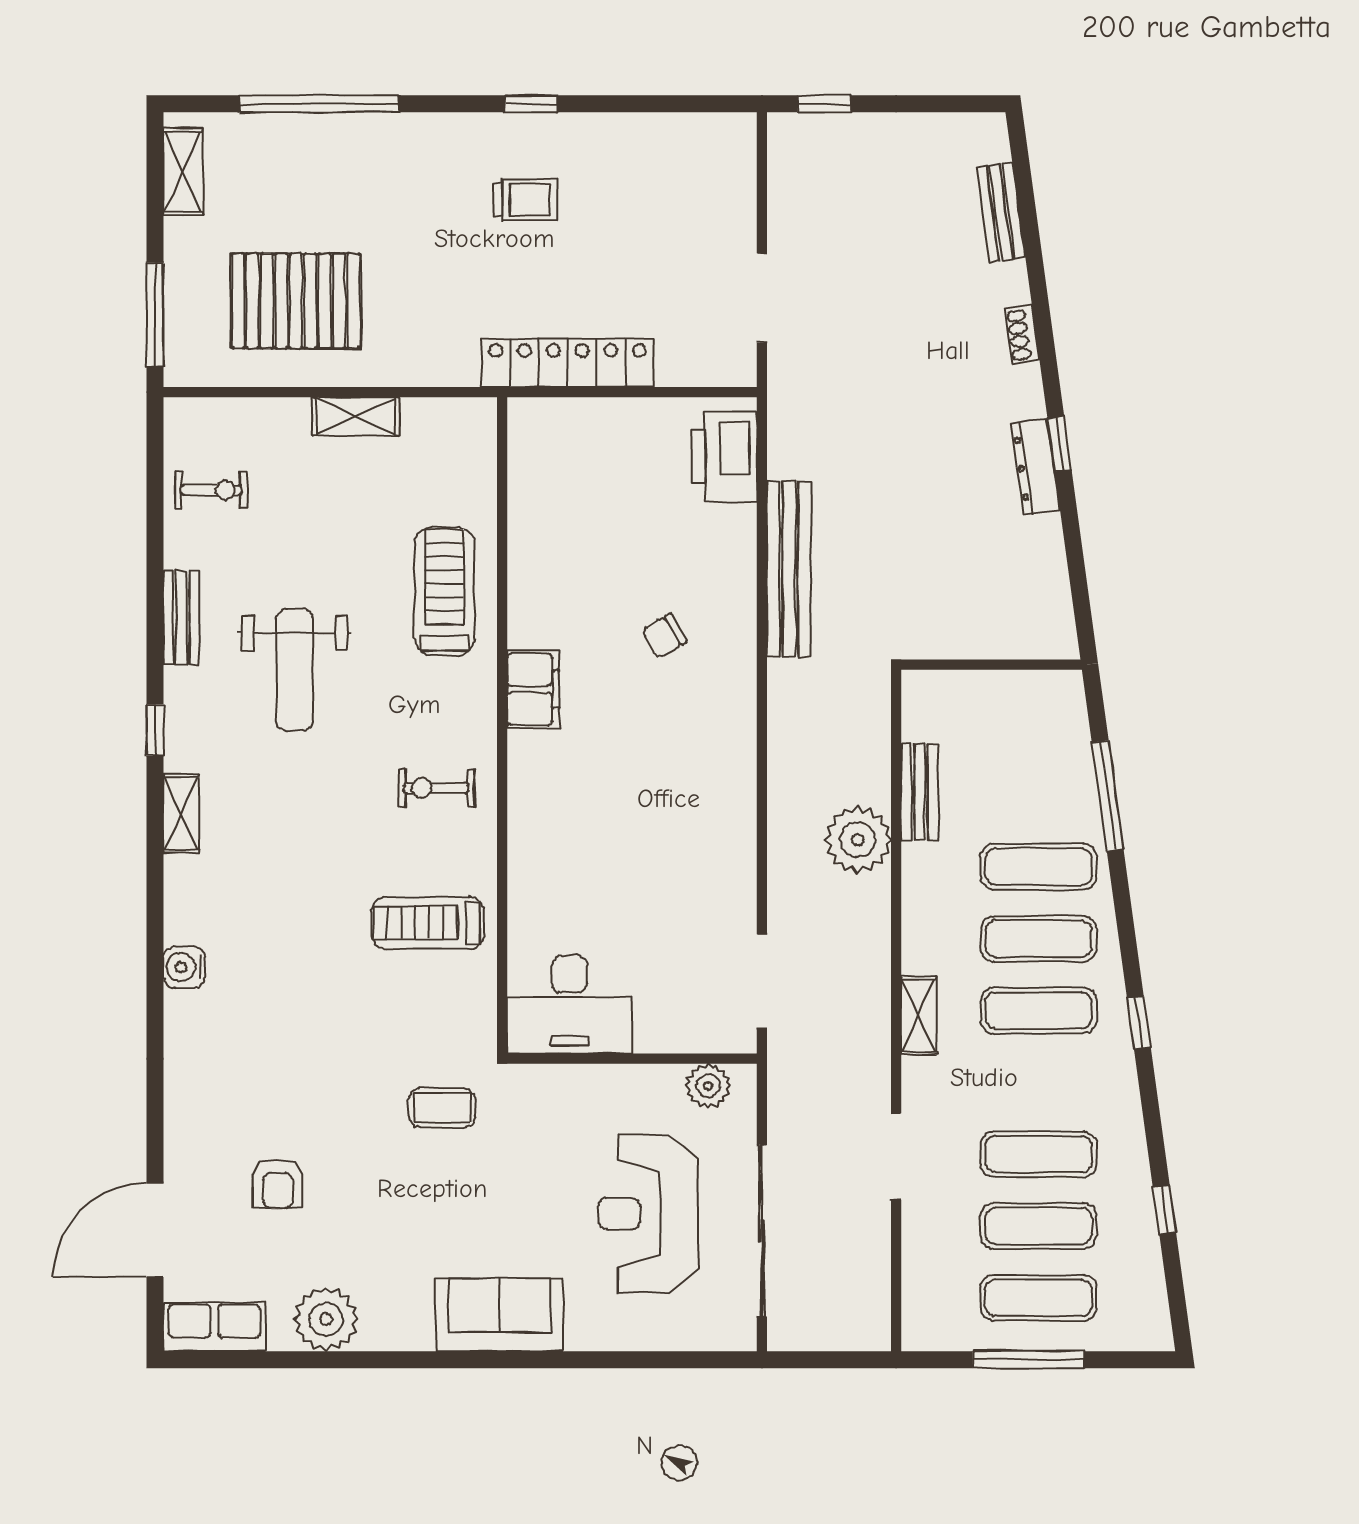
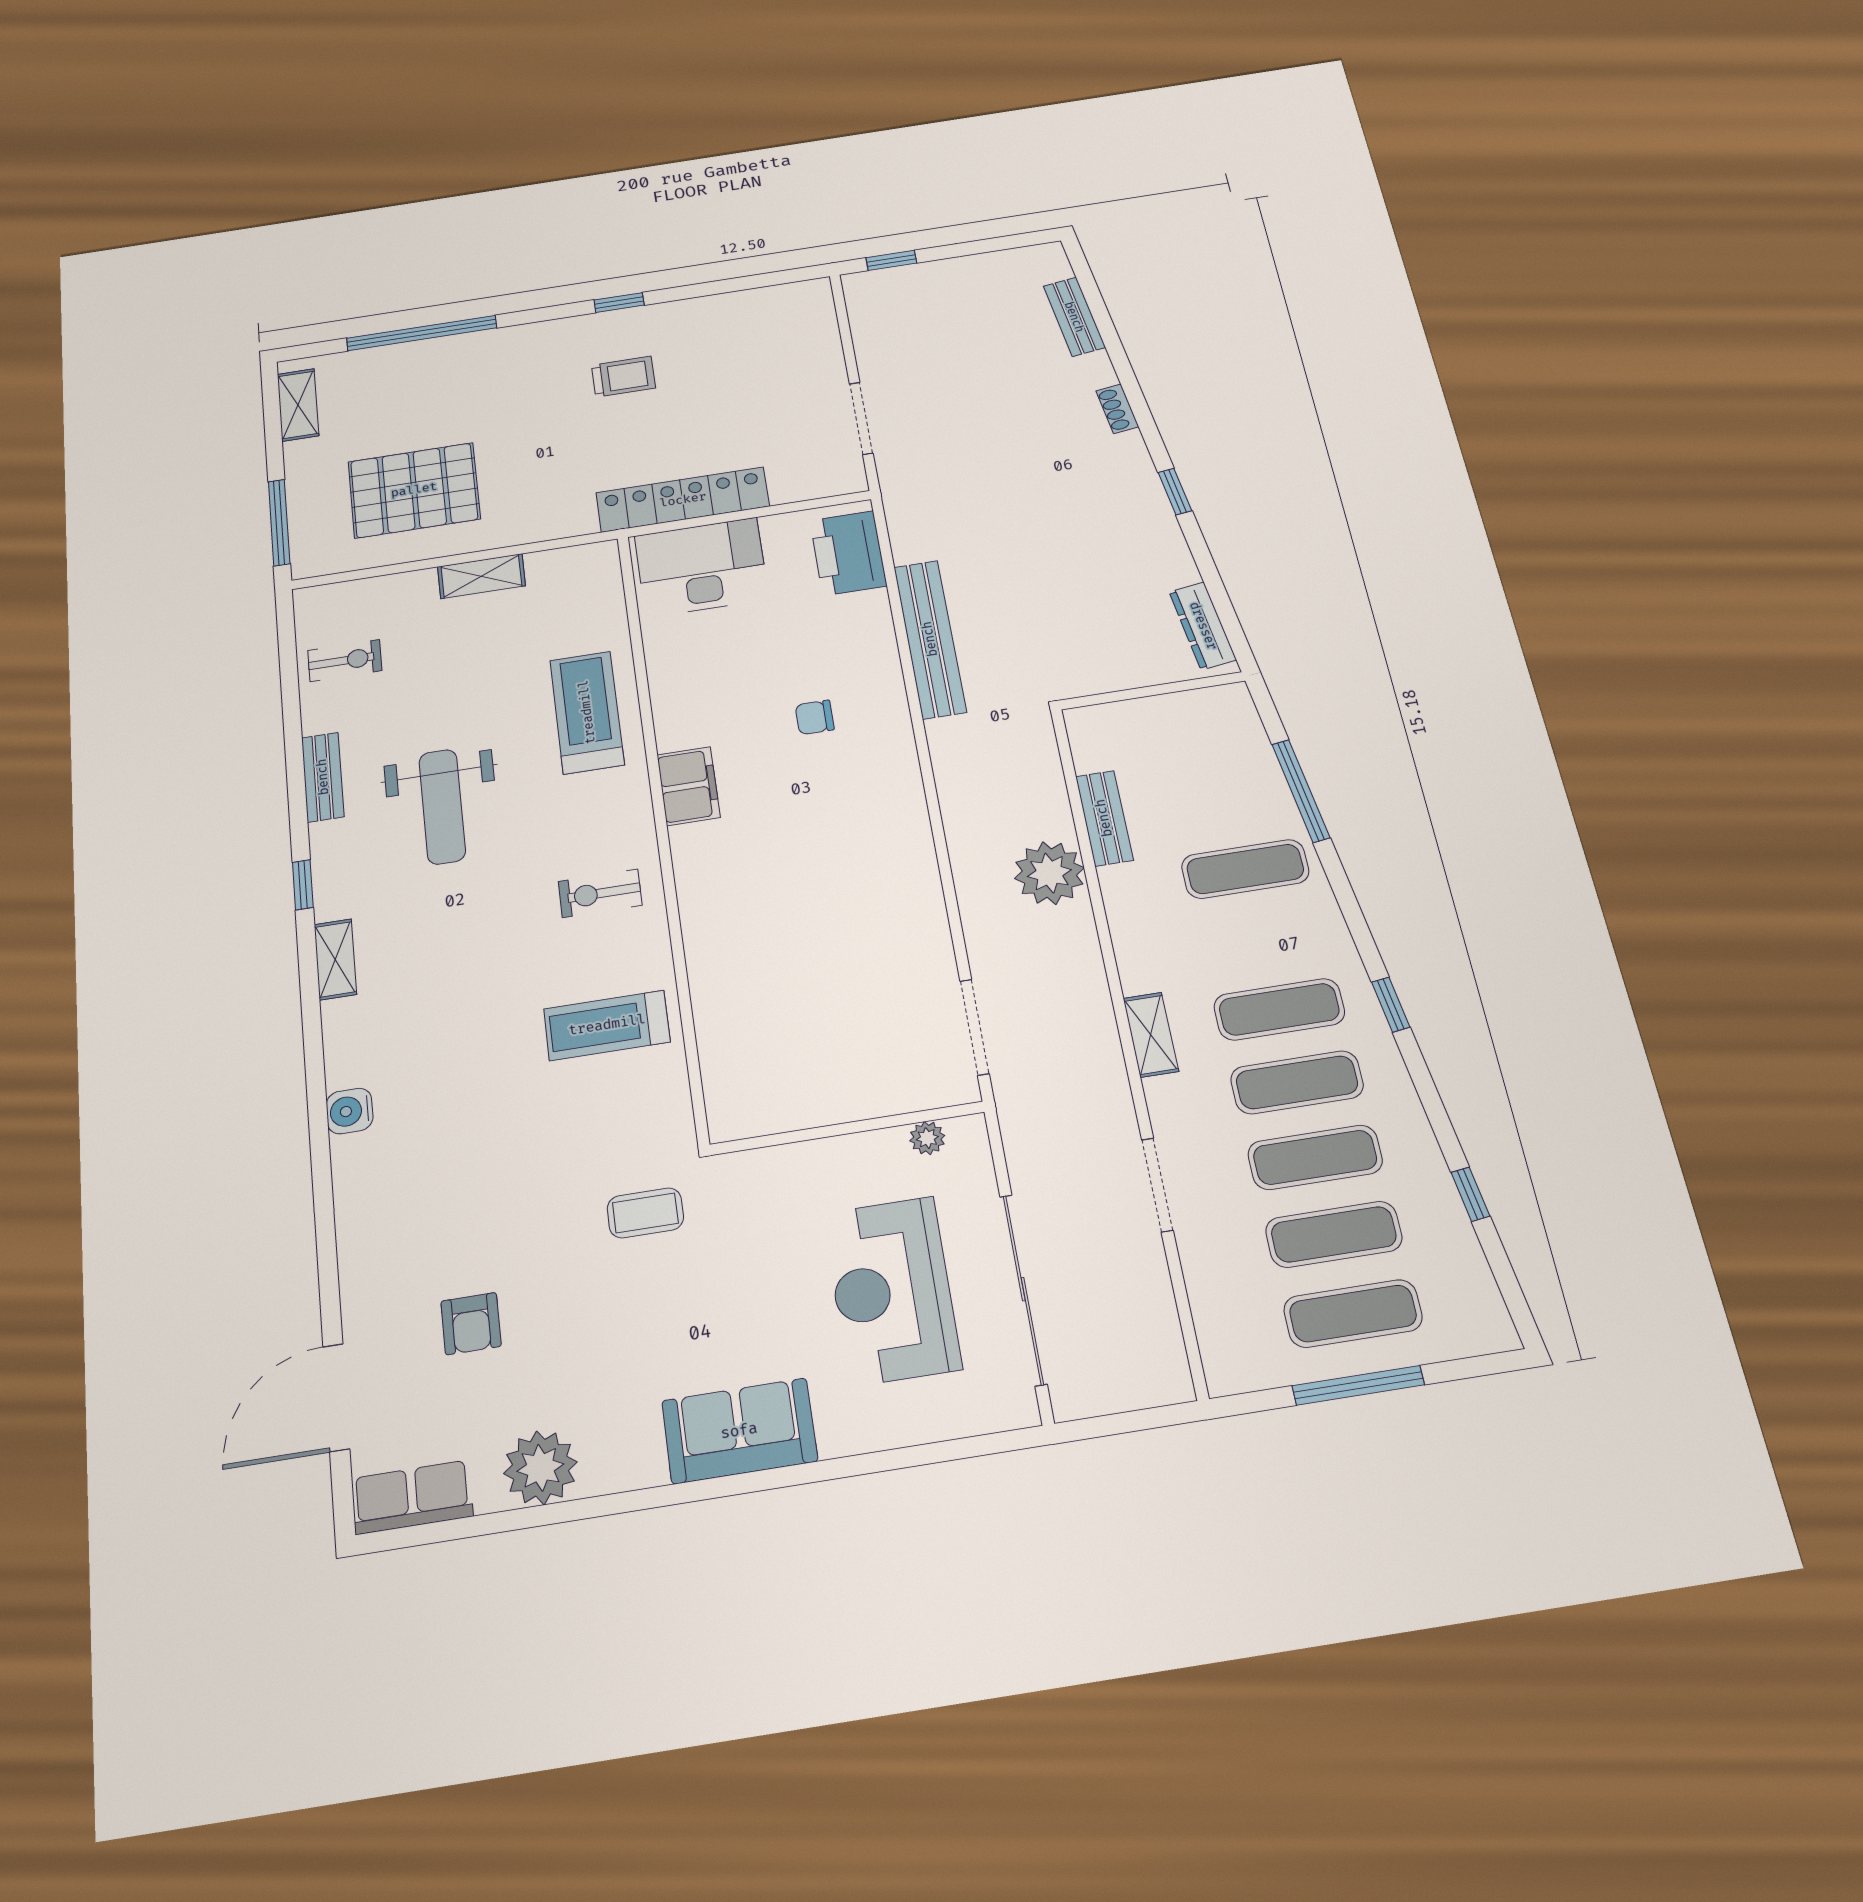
dresser: (1036, 467) -> (1203, 626), moved
chair: (664, 636) -> (815, 717), turned 31
exercise mat: (1039, 939) -> (1297, 1082), moved
desk: (570, 1005) -> (701, 567), moved, turned 180
plant: (708, 1086) -> (927, 1138), width x0.73, depth x0.73

